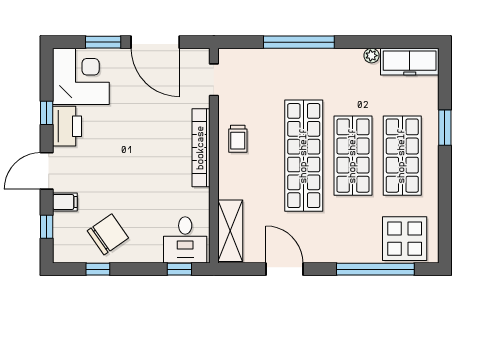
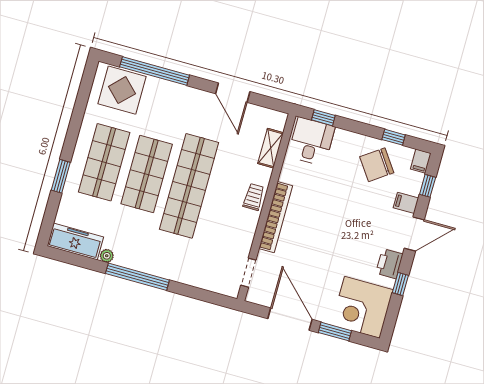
window: (299, 42) -> (137, 277), moved
printer: (67, 126) -> (389, 264), width x0.73, depth x0.84
trolley: (238, 139) -> (254, 197), moved
shelving: (230, 231) -> (271, 148), width x0.67, depth x0.75
filing cabinet: (61, 251) -> (421, 161), added

